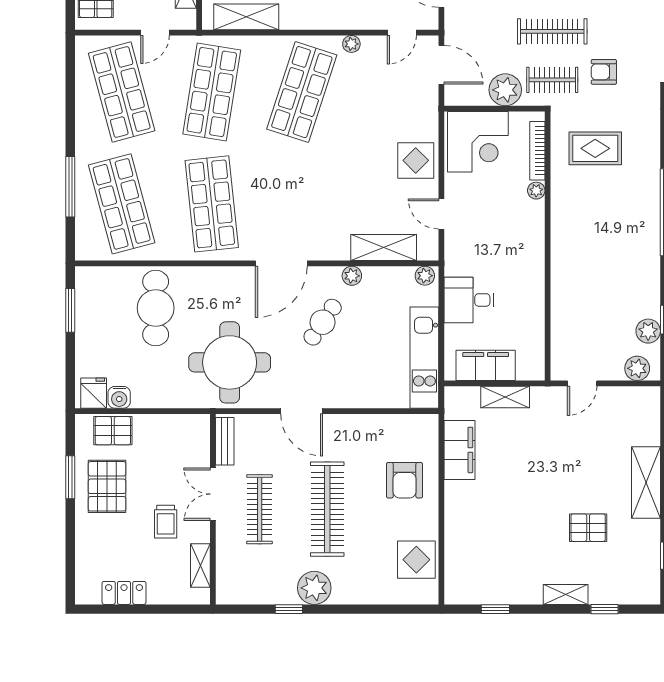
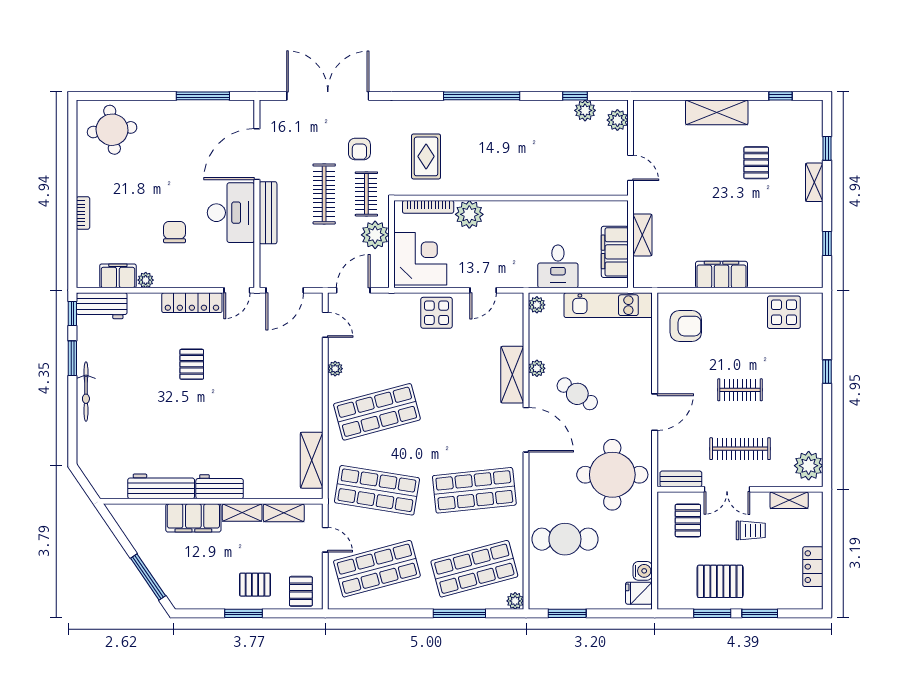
shop shelf: (302, 92) -> (377, 412), turned -33
plant: (536, 191) -> (469, 214), width x1.88, depth x1.88
shelving: (384, 247) -> (512, 375), moved
plant: (85, 251) -> (515, 601), added
pallet: (113, 431) -> (688, 520), moved
filing cabinet: (460, 450) -> (721, 275), moved
armchair: (405, 480) -> (686, 326), moved
clothes rail: (327, 509) -> (740, 390), width x0.54, depth x0.76
window: (70, 532) -> (760, 613), added
plant: (314, 588) -> (809, 466), moved
window: (289, 609) -> (827, 372), moved

